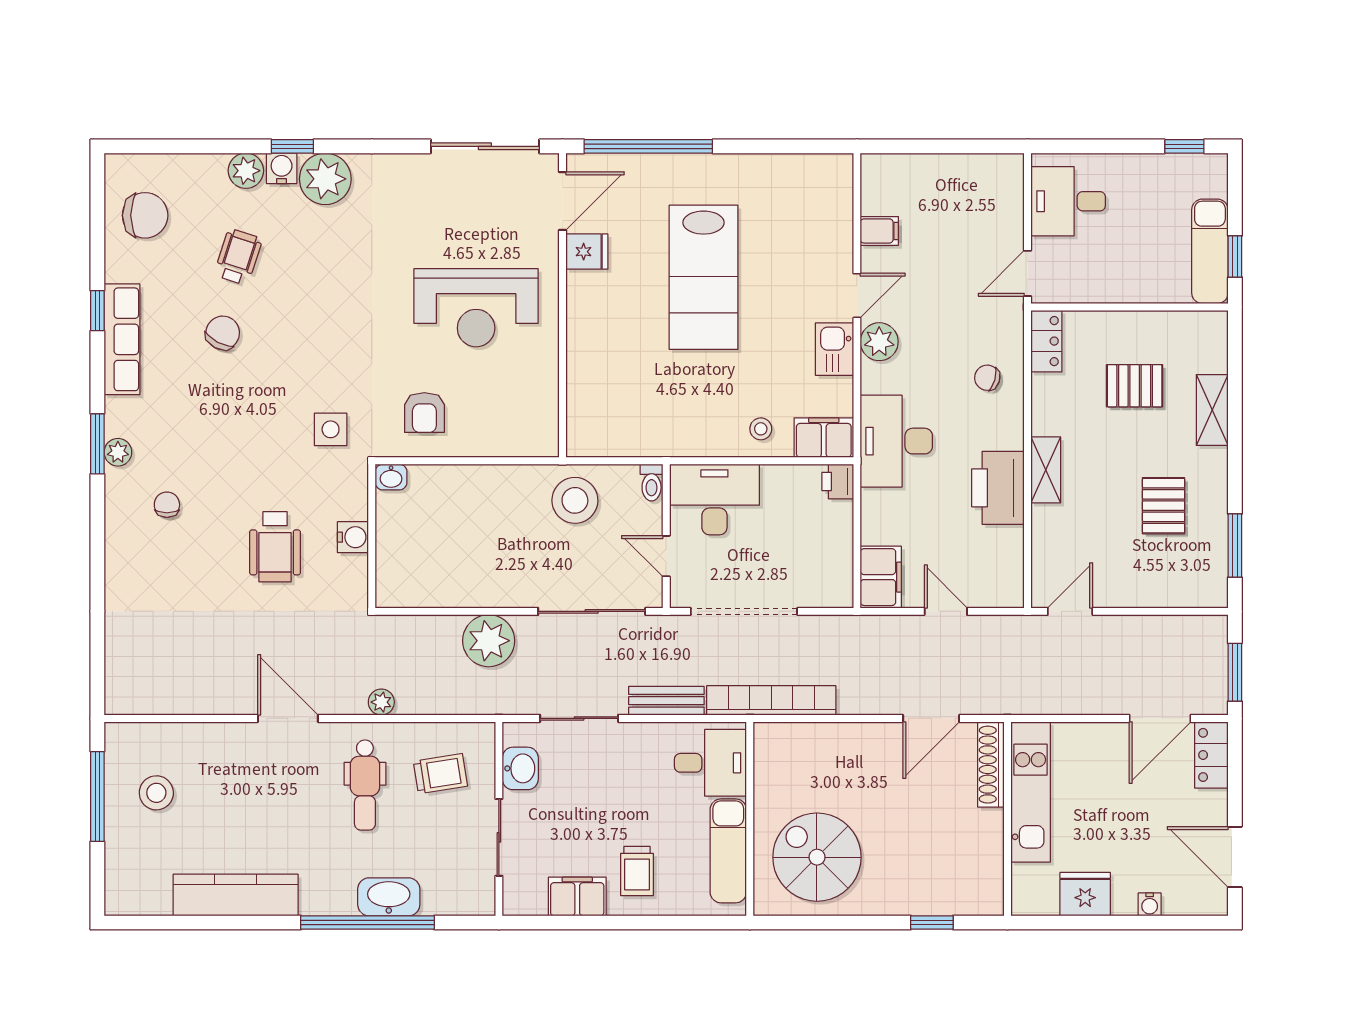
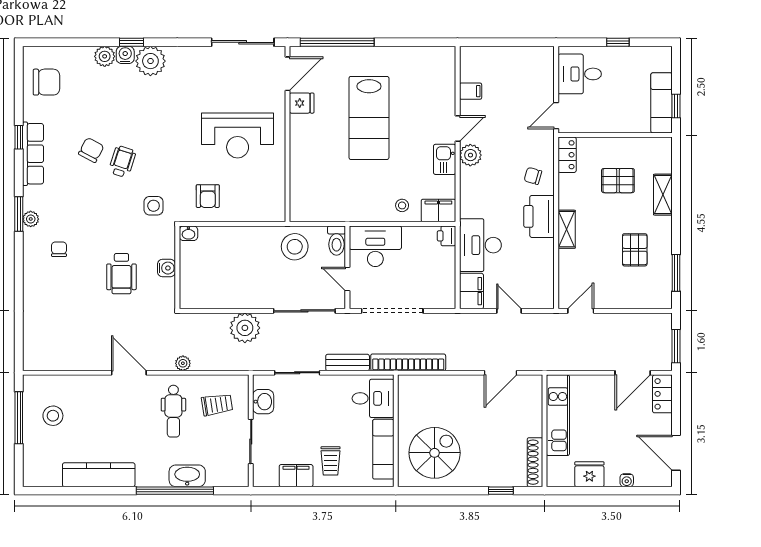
window: (1184, 146) -> (618, 42), moved
wheelchair: (238, 257) -> (122, 162), moved
desk: (896, 441) -> (480, 245), moved
toilet: (652, 483) -> (337, 241), width x1.37, depth x1.39
printer: (998, 488) -> (539, 216), moved
shoe rack: (991, 765) -> (535, 462), moved
spiral stairs: (817, 857) -> (435, 453), turned 90

